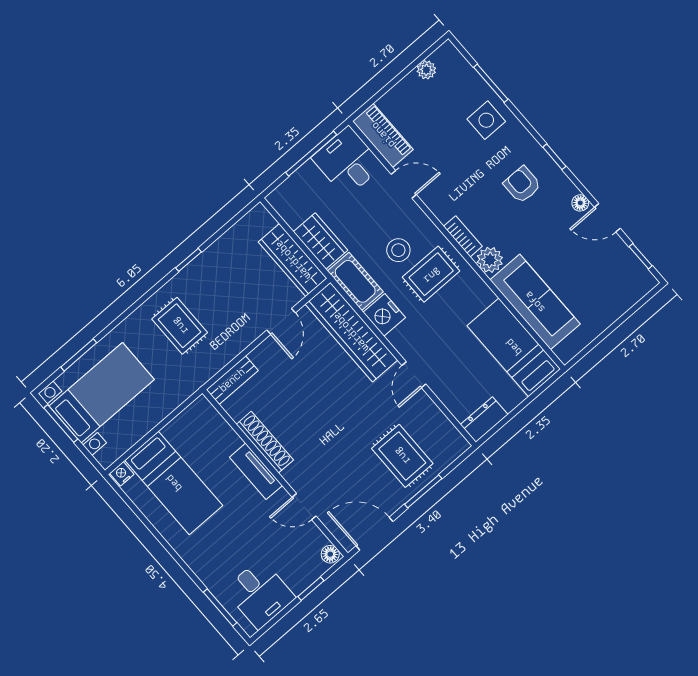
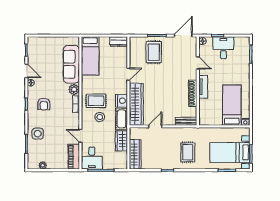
wardrobe: (293, 260) -> (135, 154), moved
door: (374, 534) -> (183, 36), swing flipped
desk: (260, 594) -> (223, 48), moved

